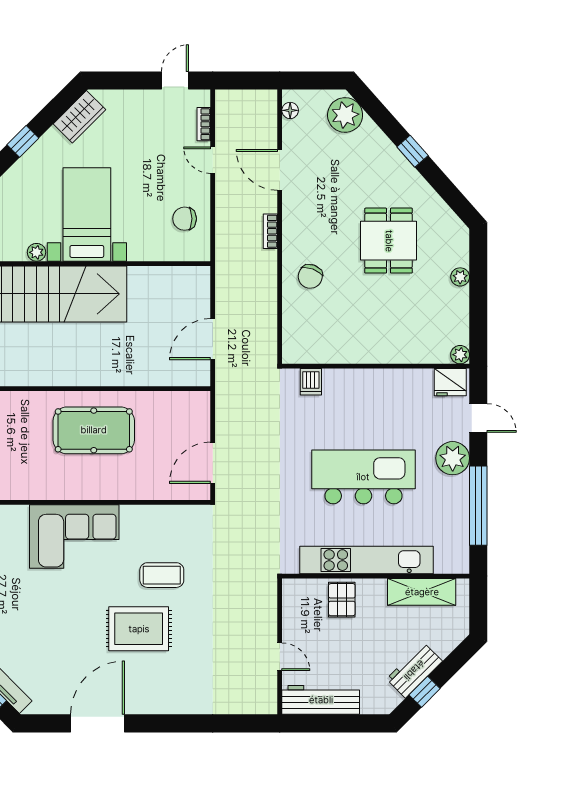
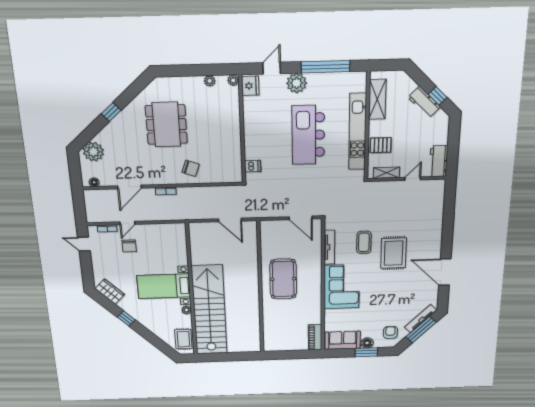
chair: (185, 219) -> (129, 246), moved
dining table: (389, 241) -> (166, 125), width x1.38
plant: (460, 277) -> (210, 81), moved
tv unit: (154, 514) -> (329, 247), added
shelving: (292, 611) -> (386, 173), added
workbench: (321, 700) -> (439, 161), width x0.73

